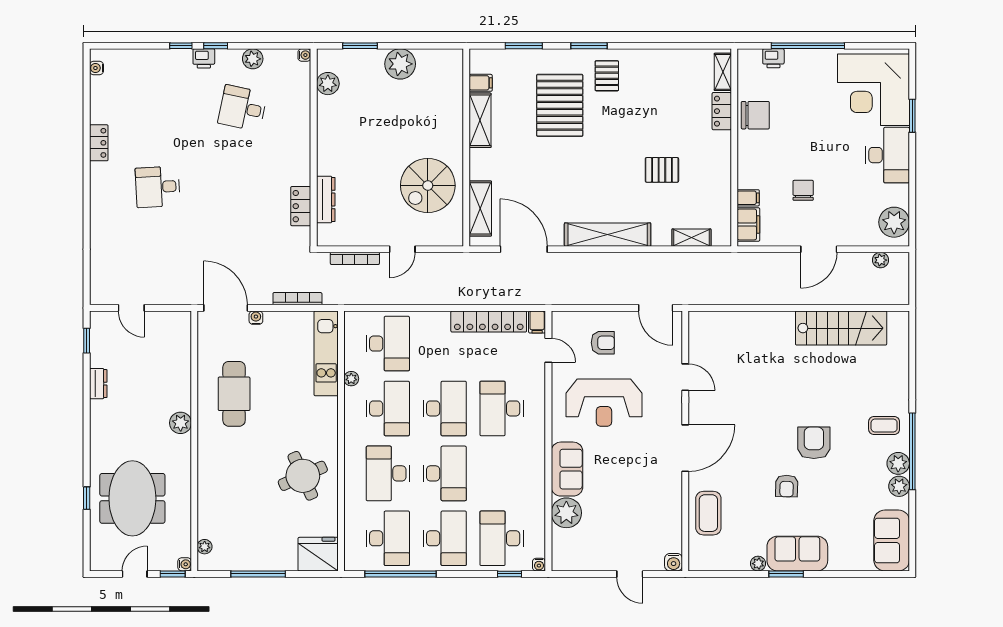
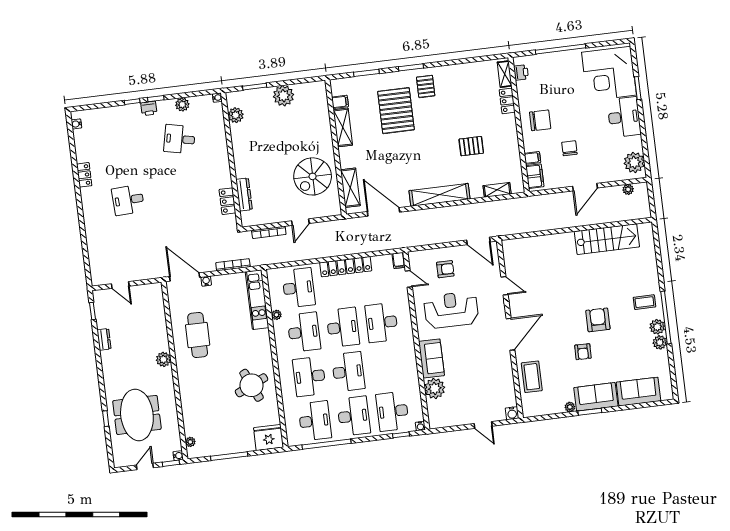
printer: (773, 58) -> (521, 73), moved, turned -90
chair: (755, 115) -> (540, 120), moved
locker: (489, 322) -> (346, 267), moved
reception desk: (604, 403) -> (451, 310), turned 180
sofa: (892, 541) -> (638, 392), moved, turned 90

